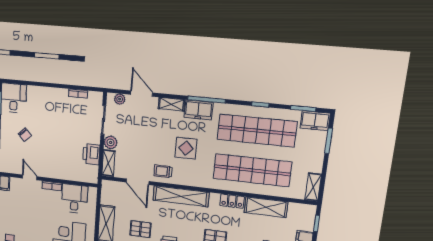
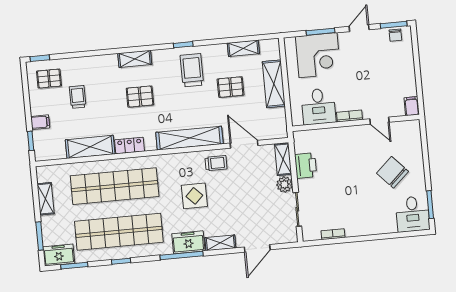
door: (141, 94) -> (257, 248), hinge flipped
plant: (120, 99) -> (282, 237), removed
chair: (25, 135) -> (393, 172), width x1.87, depth x1.87
shelving: (313, 187) -> (46, 199), moved

